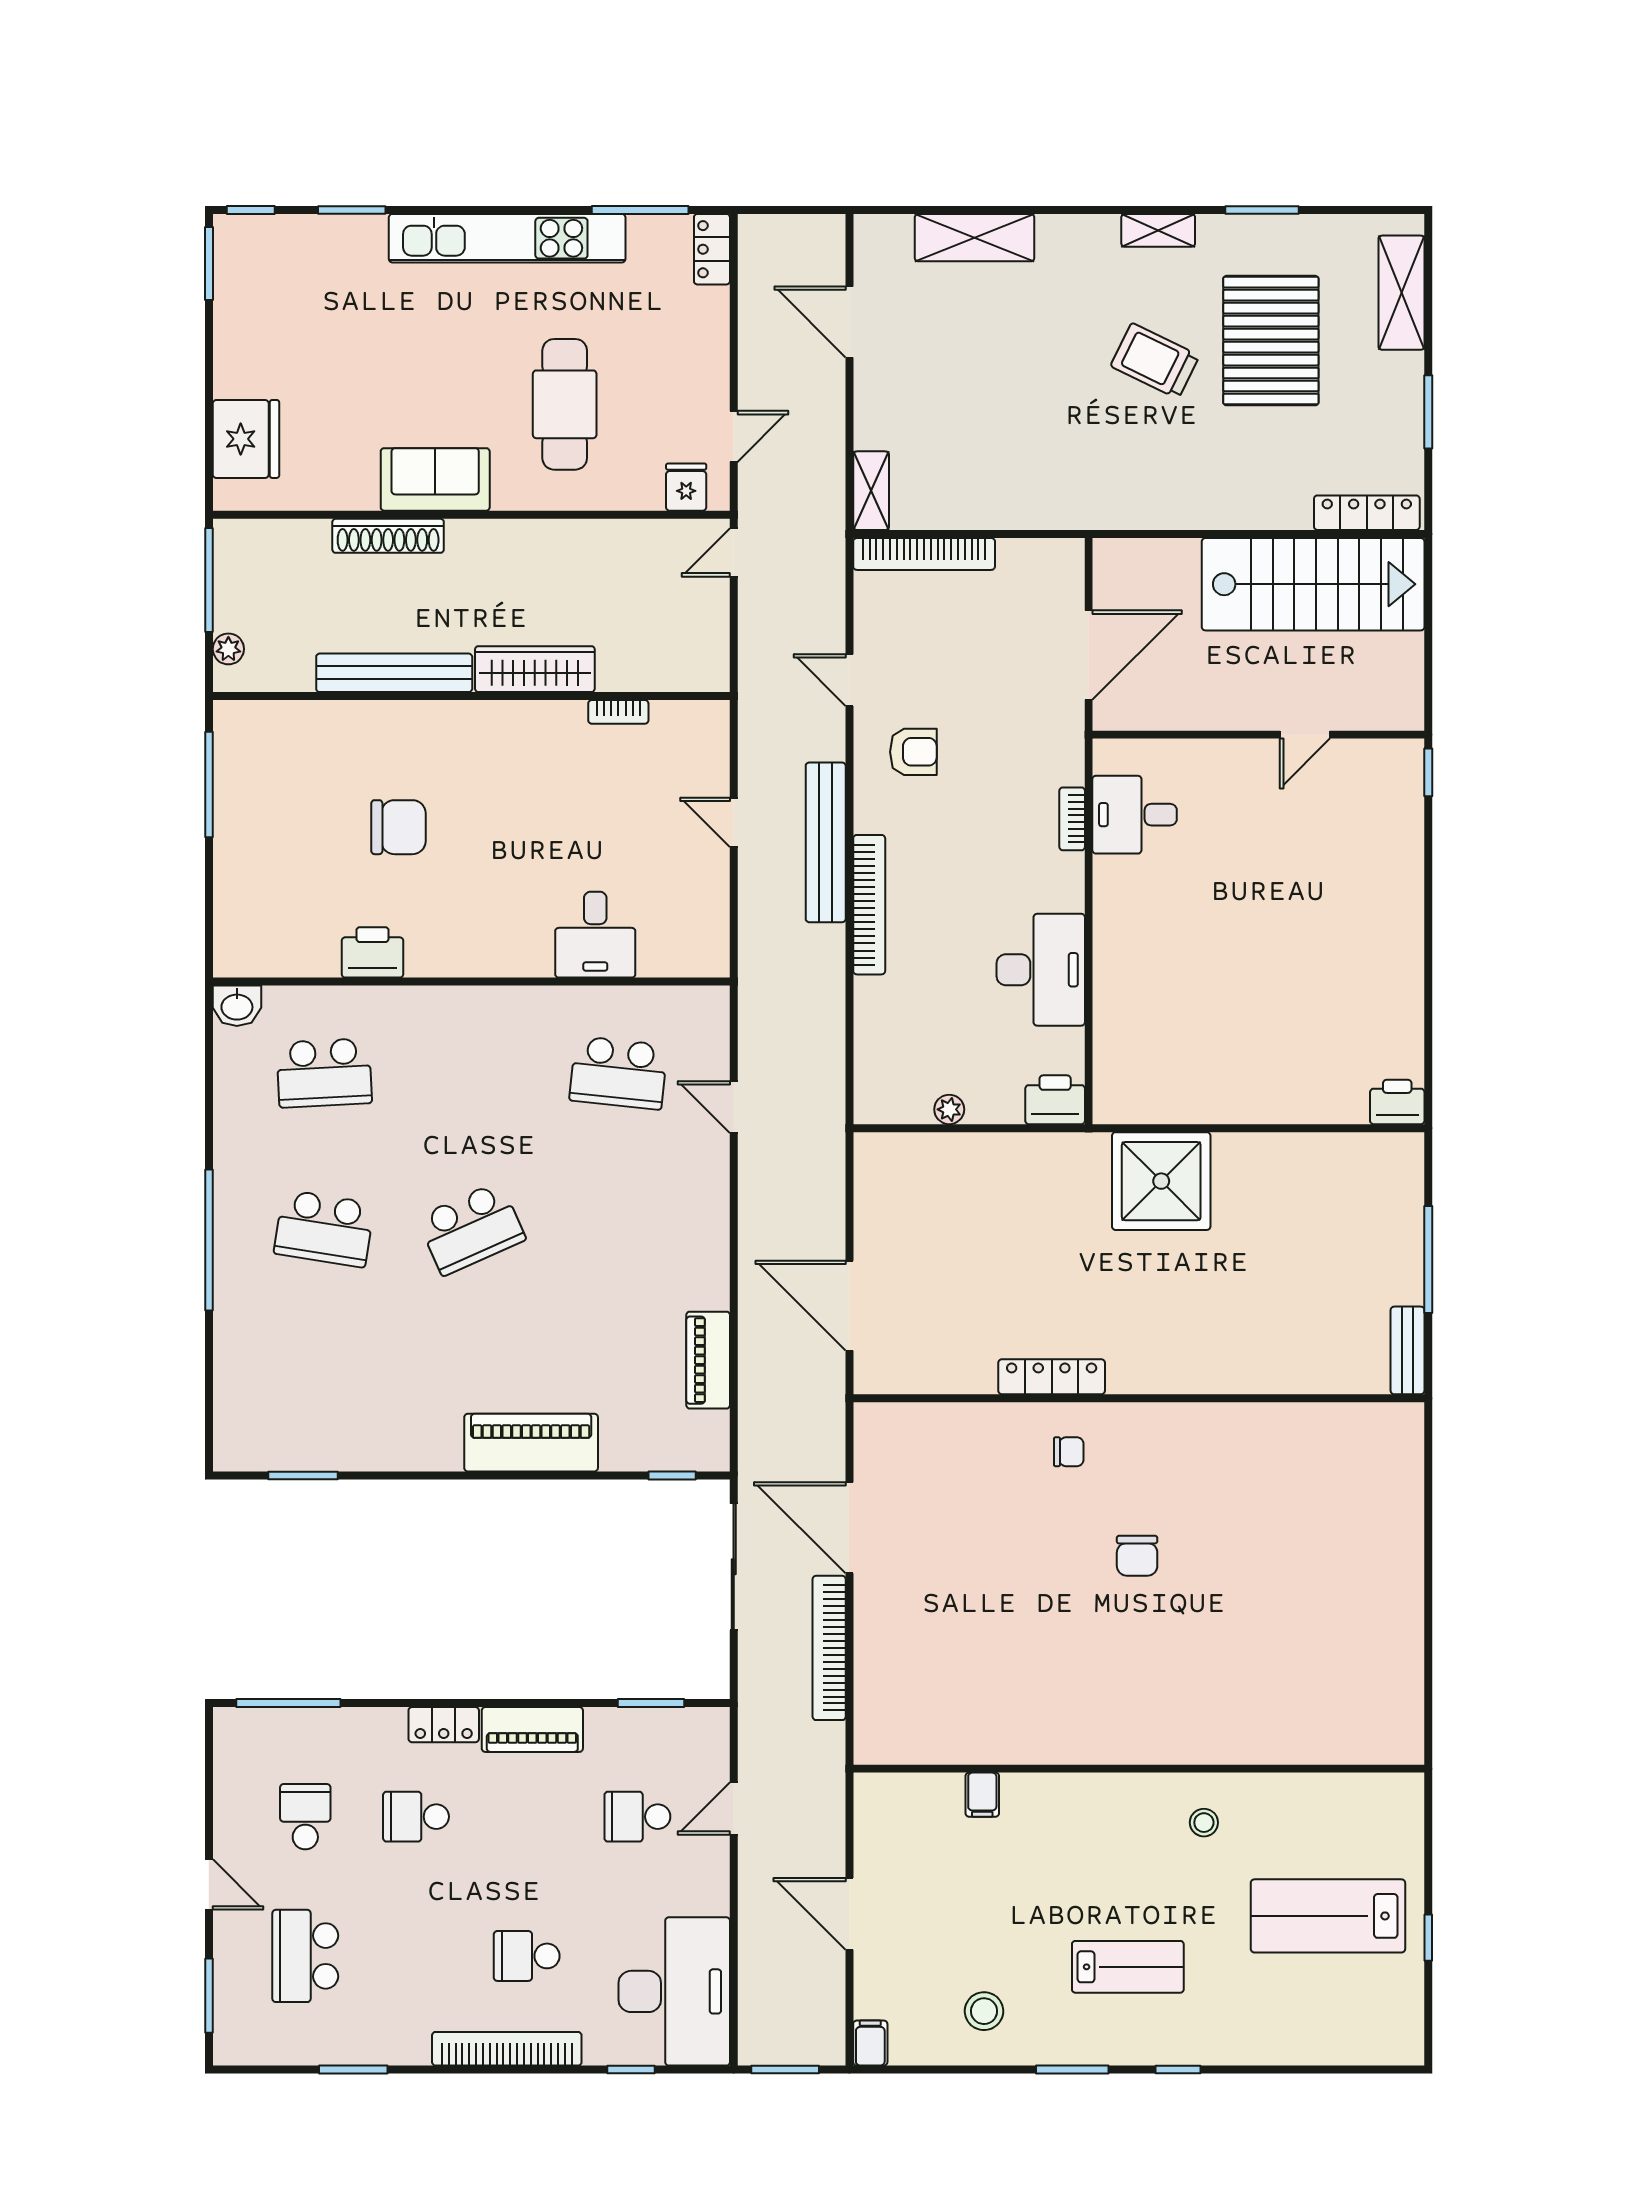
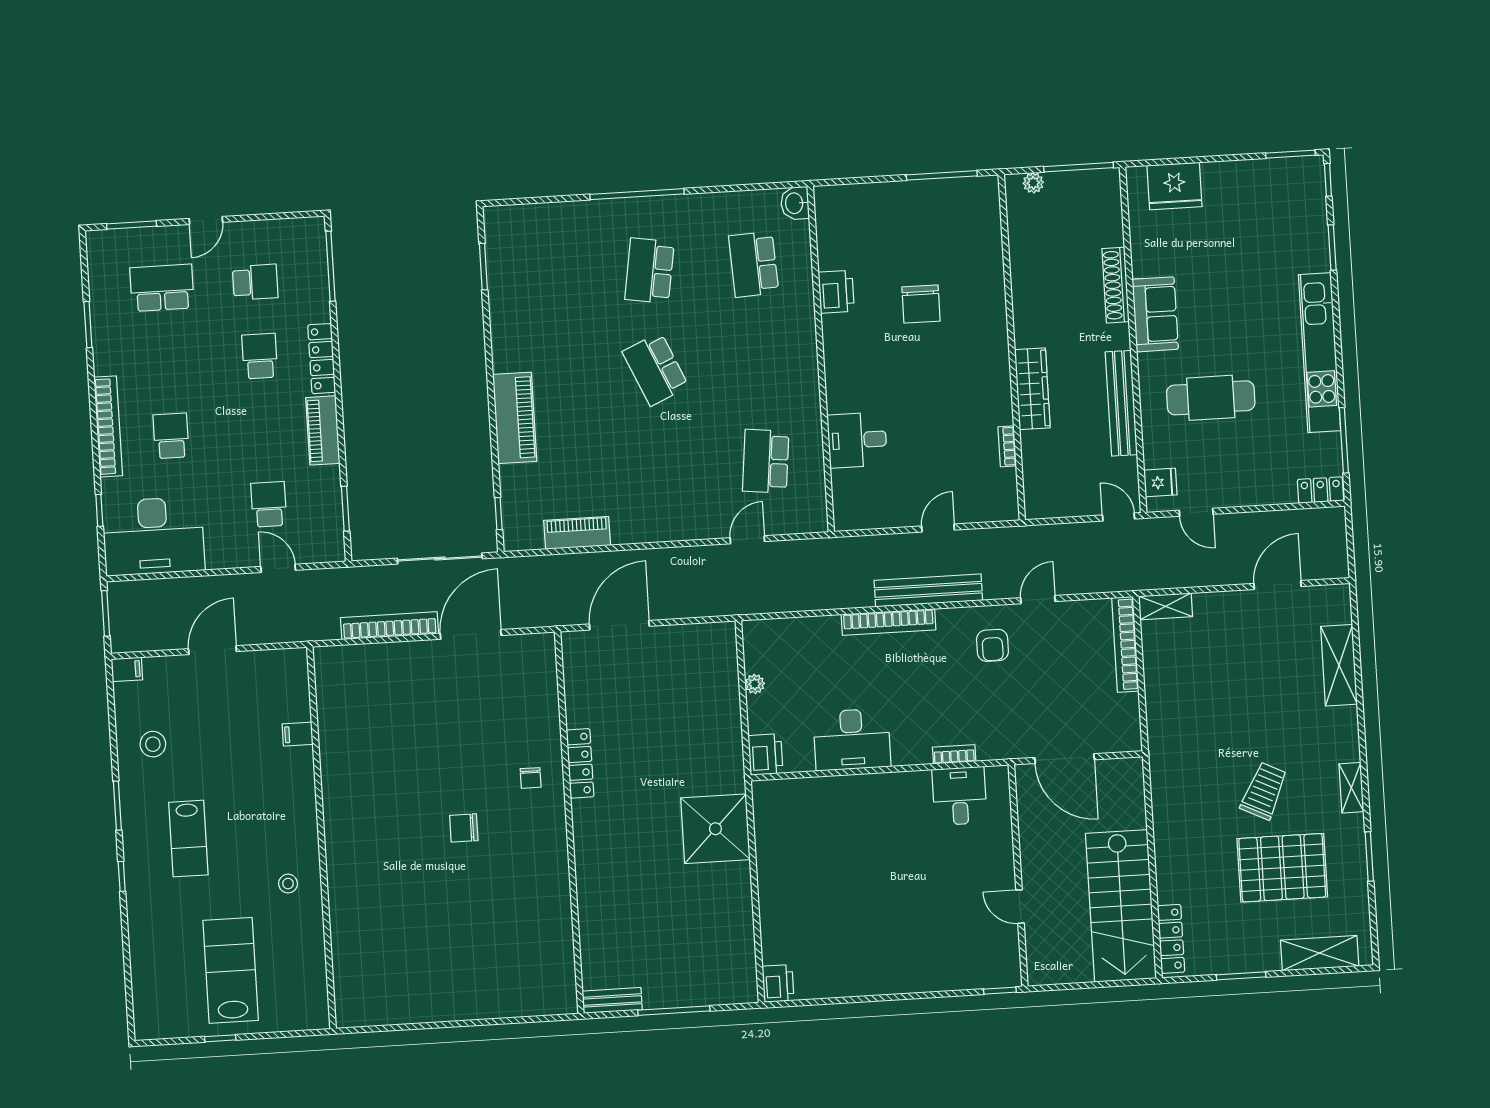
bench: (394, 673) -> (1121, 403), moved
locker: (444, 1725) -> (322, 359), width x1.53

